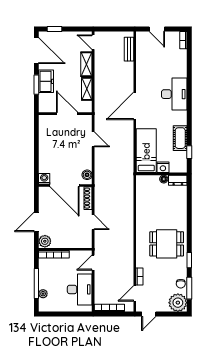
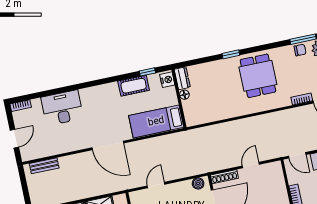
desk: (174, 94) -> (62, 108), moved
nightstand: (163, 167) -> (167, 80), moved
window: (189, 260) -> (231, 54), moved

